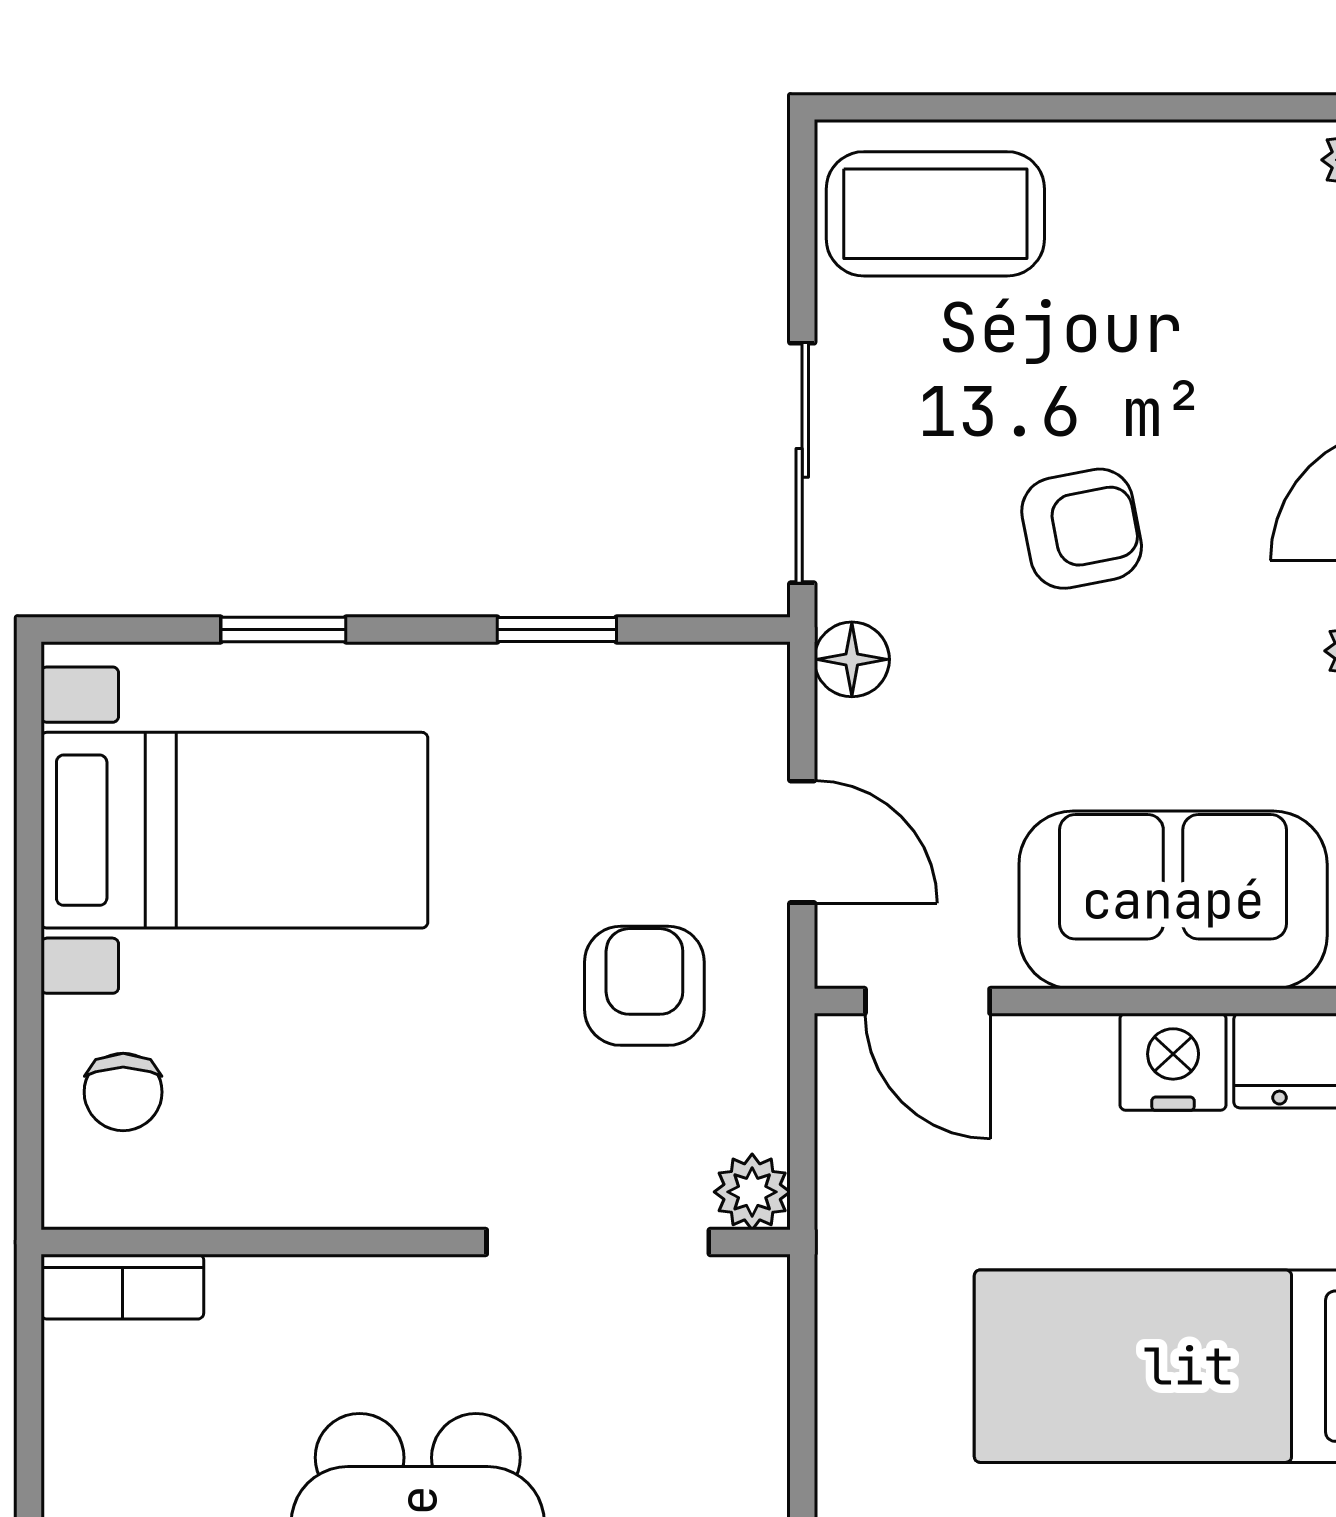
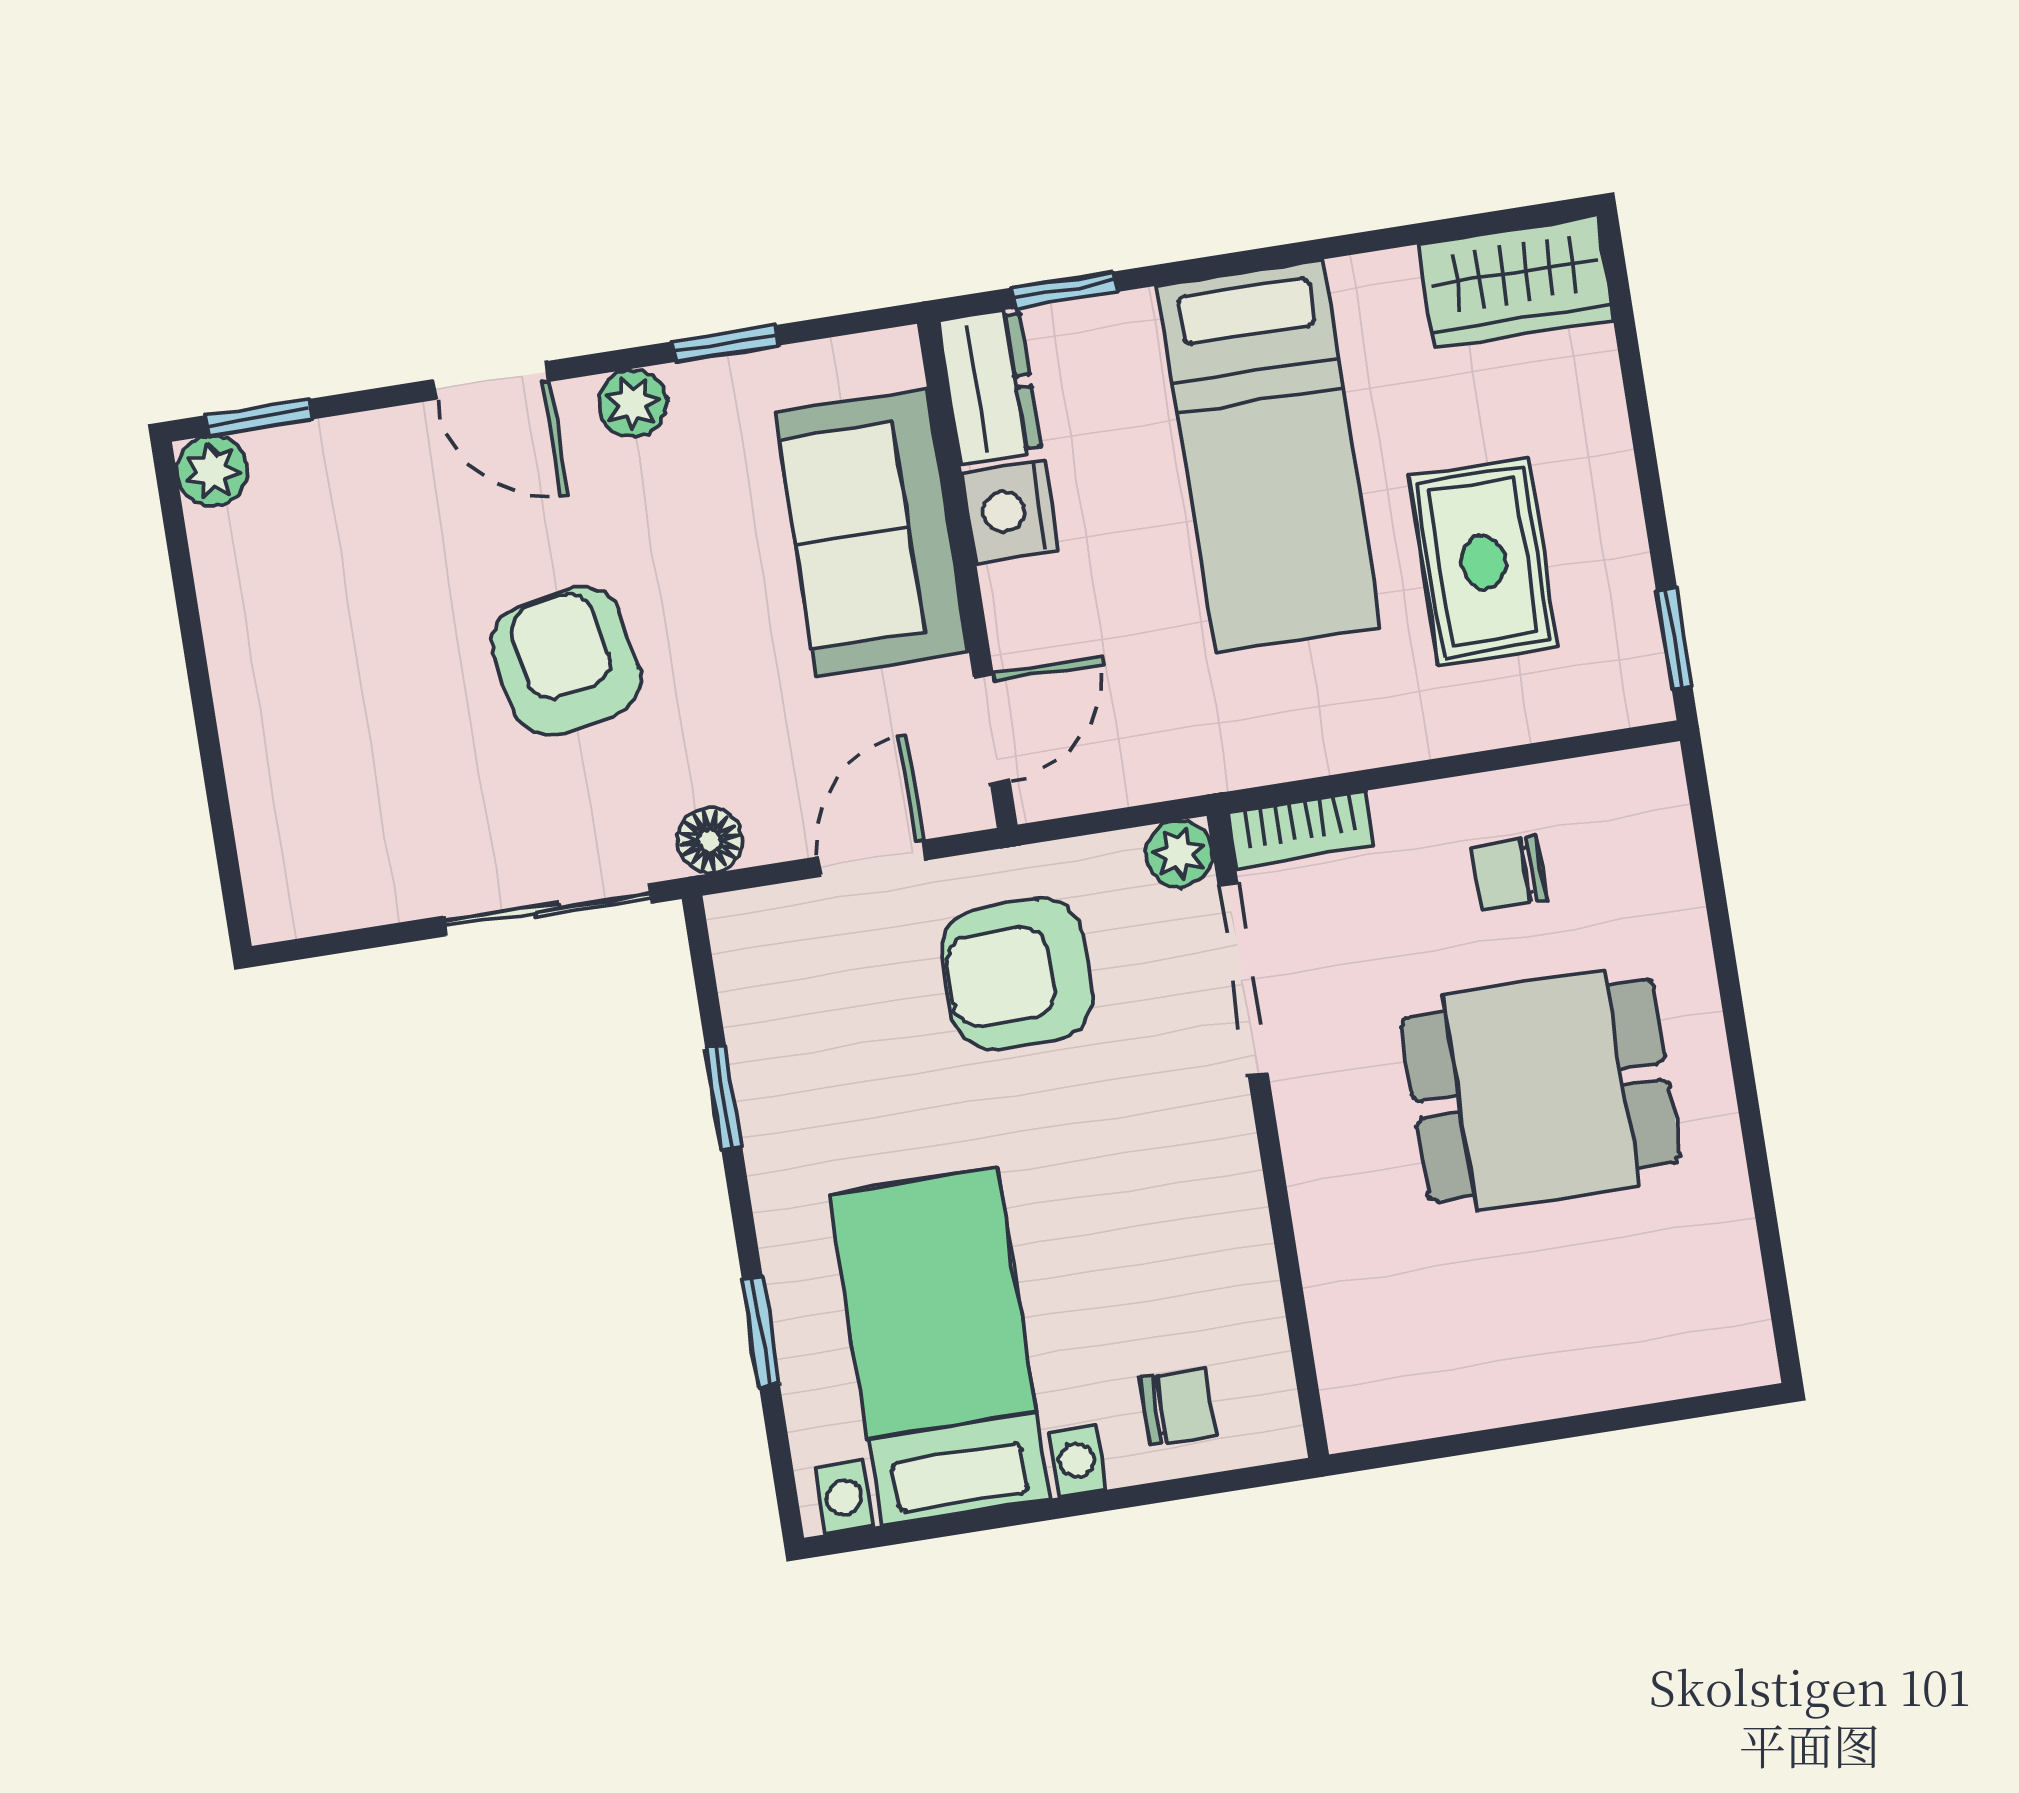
coffee table: (935, 214) -> (316, 829), removed
armchair: (1082, 529) -> (566, 661), width x1.38, depth x1.38
armchair: (644, 986) -> (1017, 974), width x1.38, depth x1.38
bookcase: (122, 1287) -> (1301, 829), moved, turned 90

